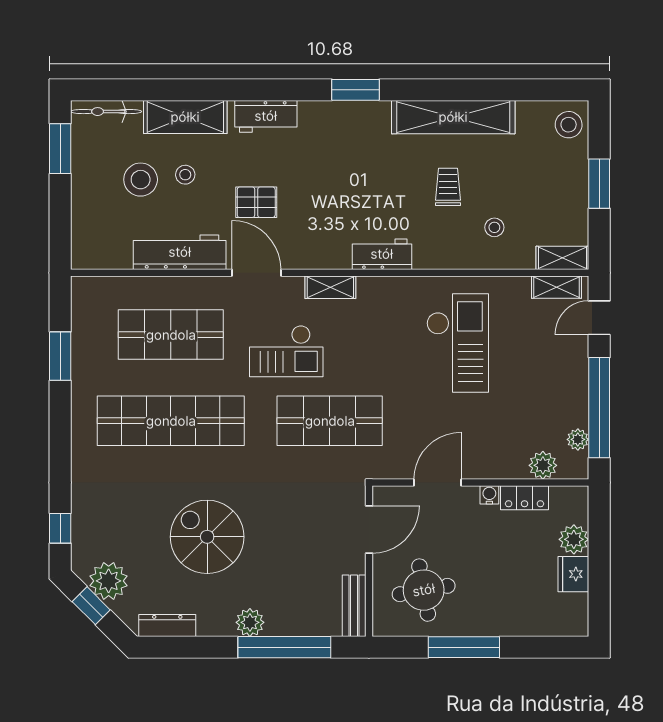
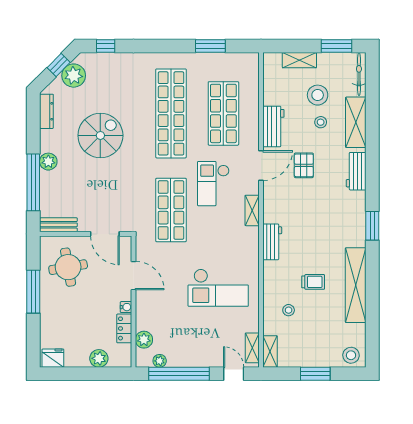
shelving: (83, 209) -> (299, 60), added
workbench: (180, 252) -> (273, 126), width x0.73
fridge: (573, 574) -> (53, 358), moved

